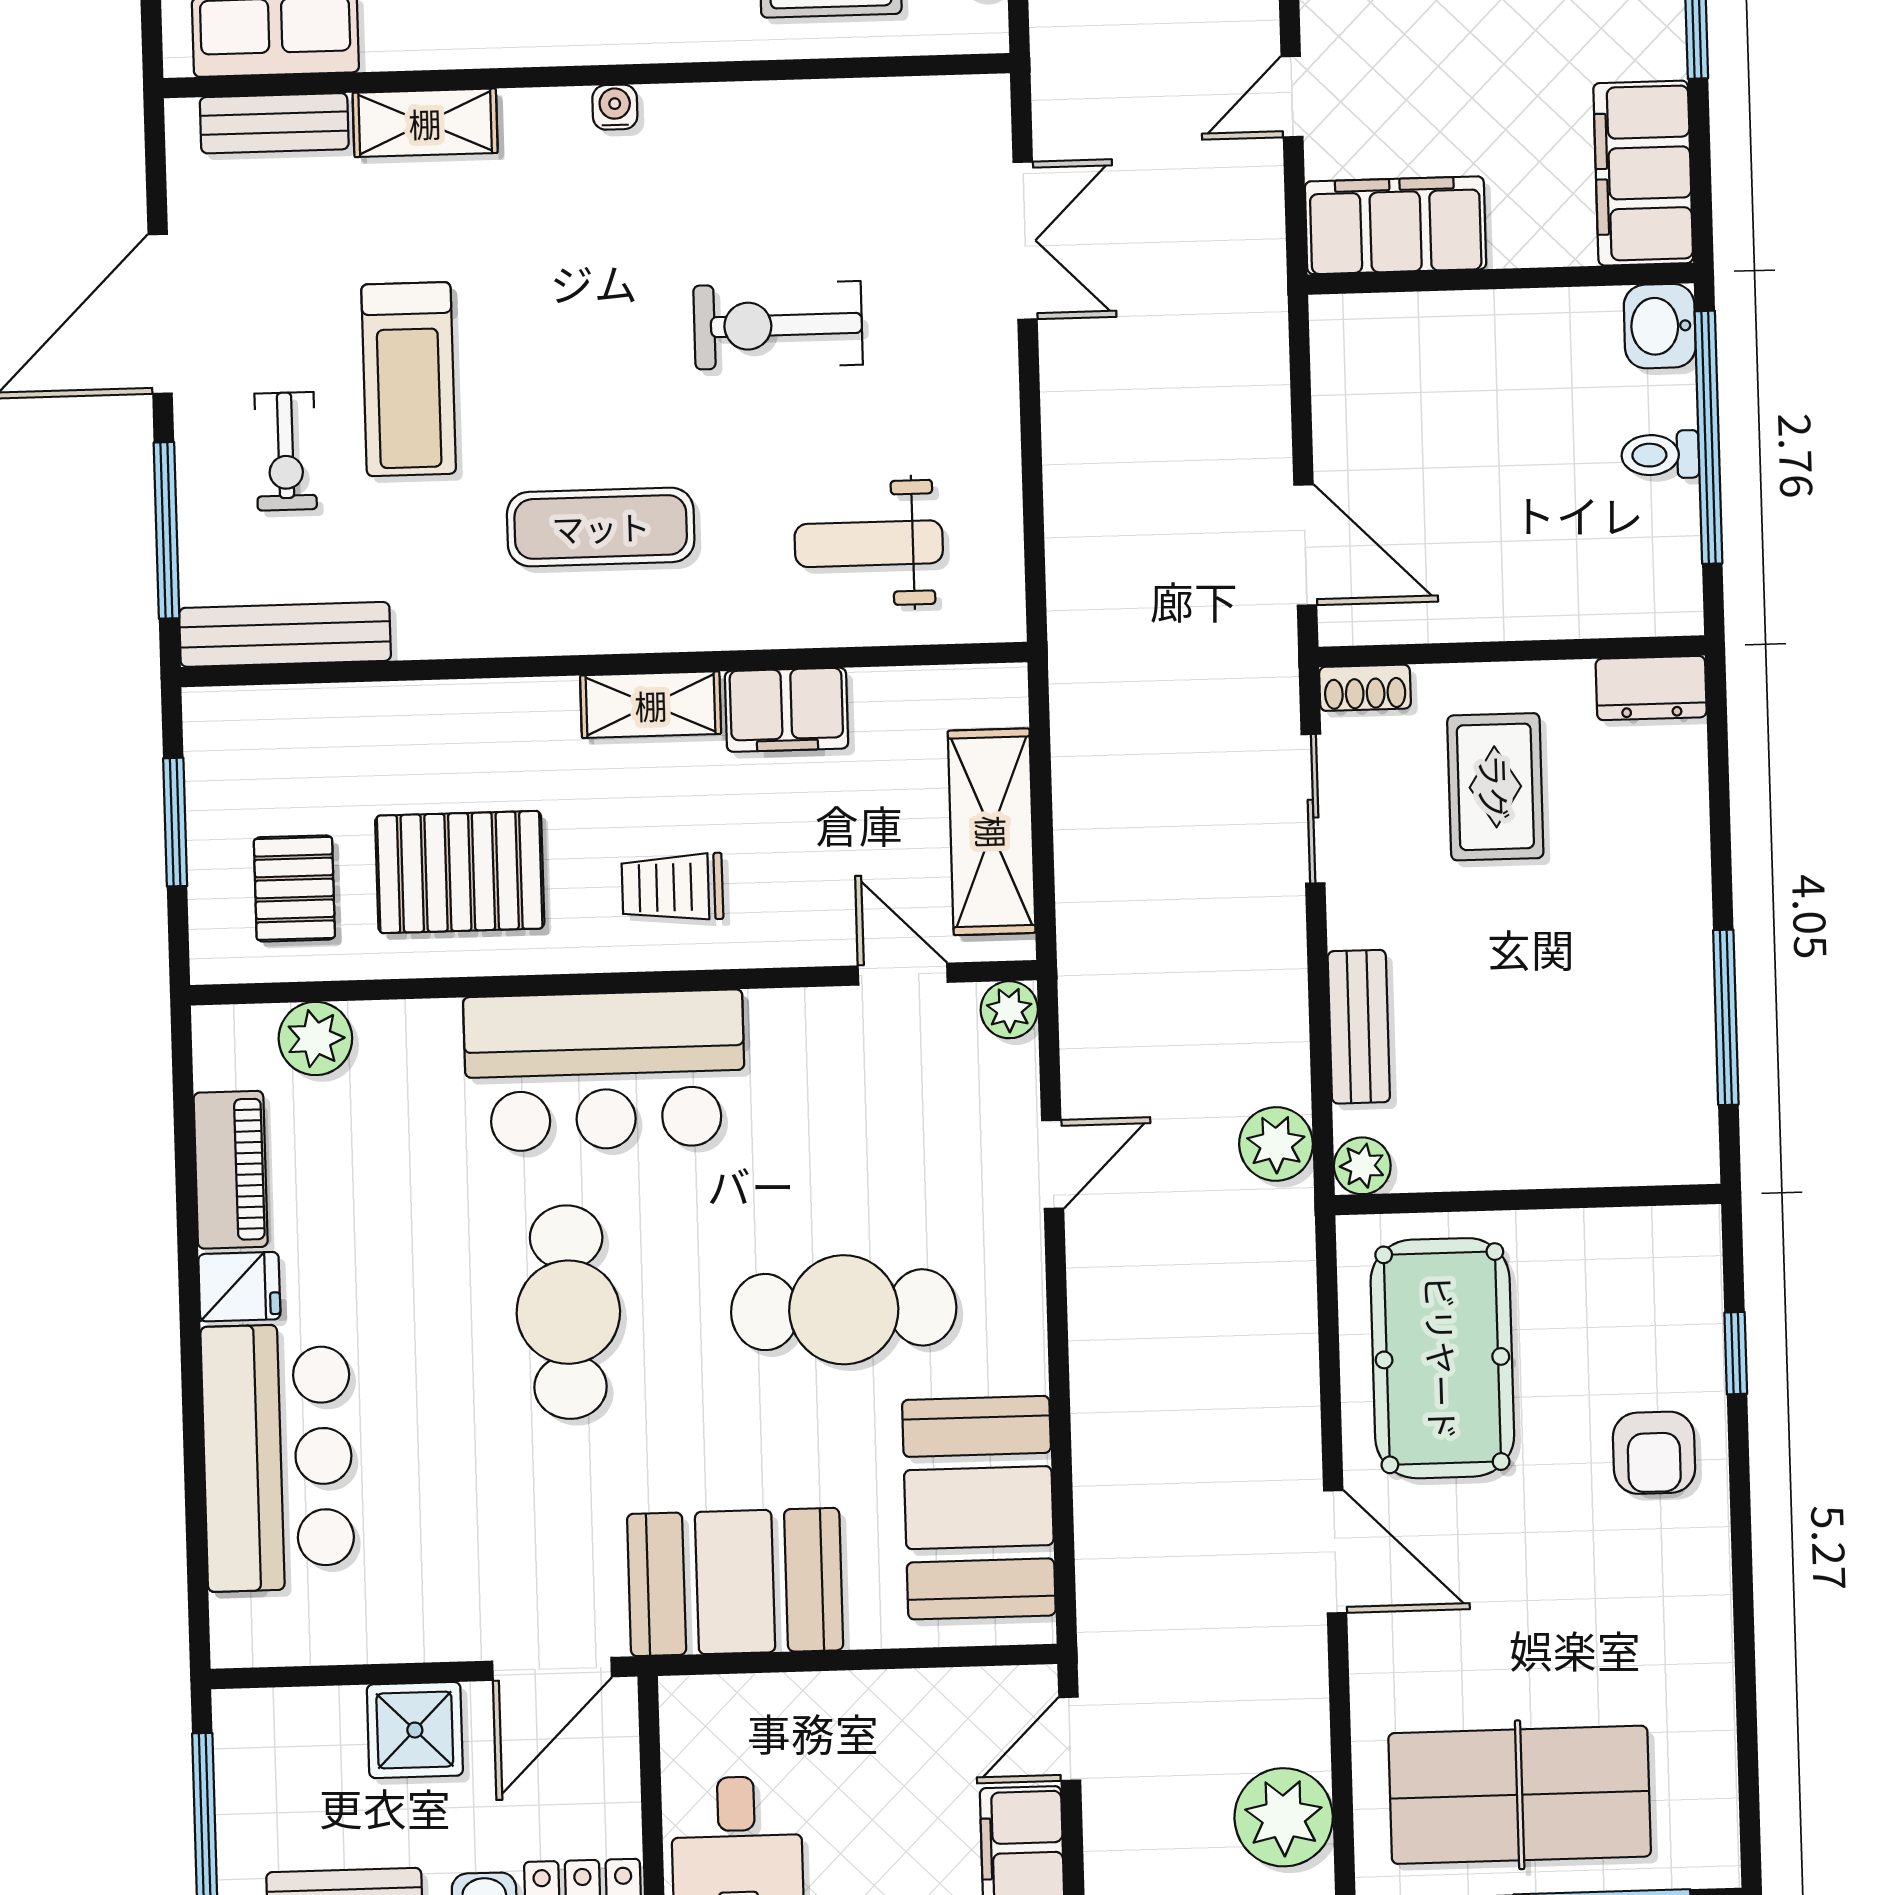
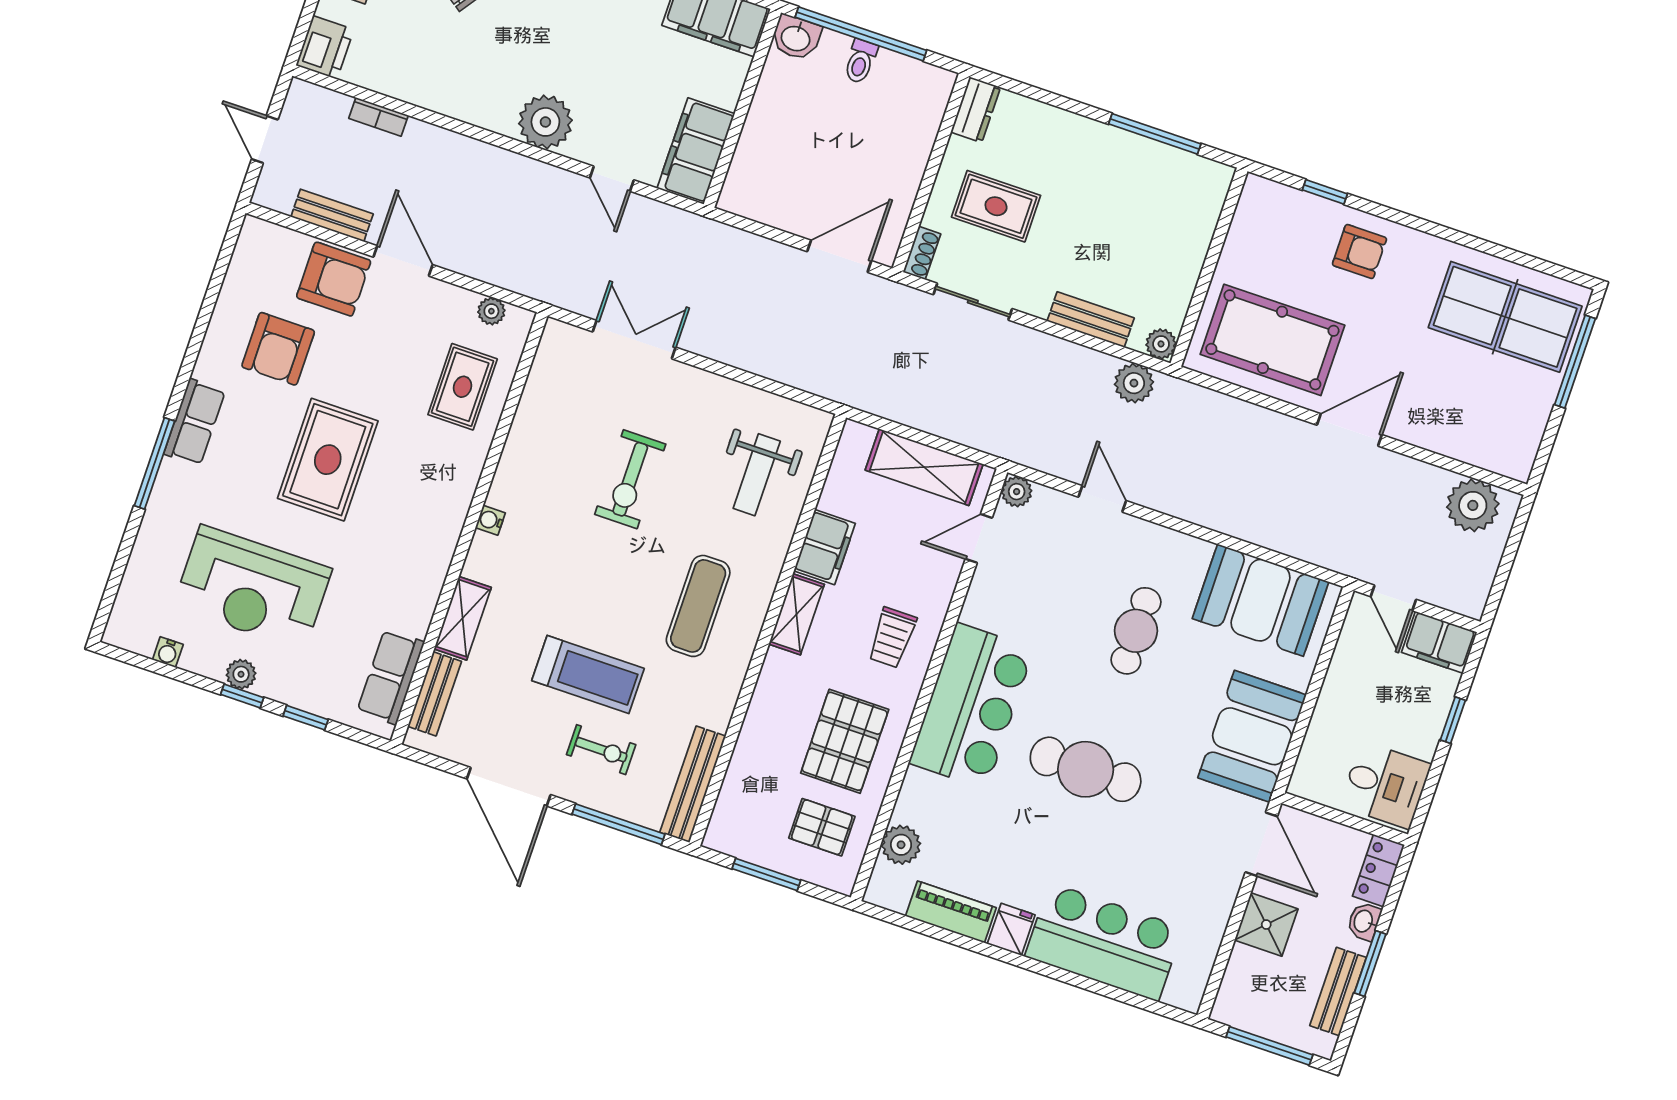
cafe table: (844, 1310) -> (1136, 631), width x0.73, depth x0.74
table tennis table: (1520, 1795) -> (1505, 317), moved, turned 90

